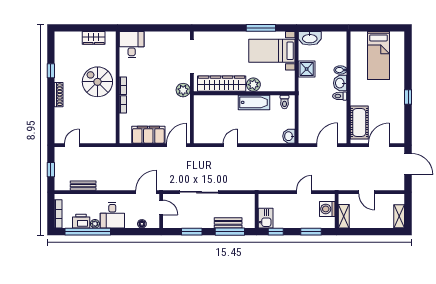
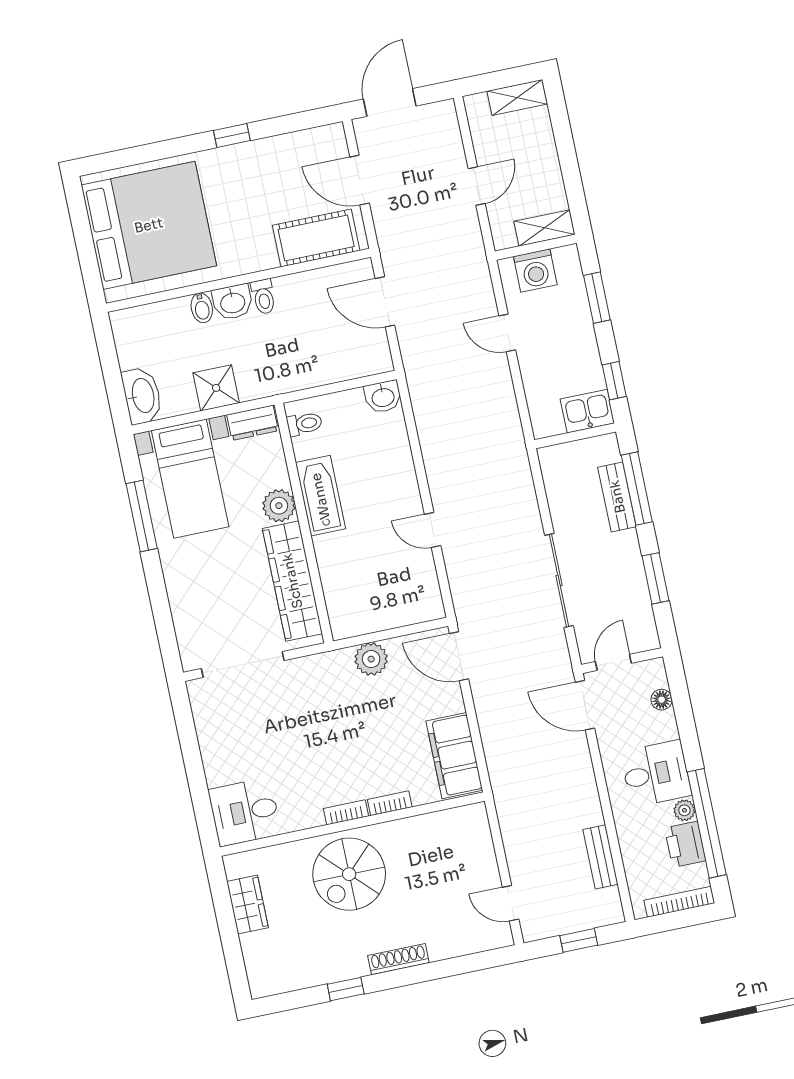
bed: (379, 56) -> (149, 225), width x2.04
dresser: (289, 81) -> (253, 423), added
plant: (183, 90) -> (371, 659), moved
filing cabinet: (148, 135) -> (454, 756), moved

